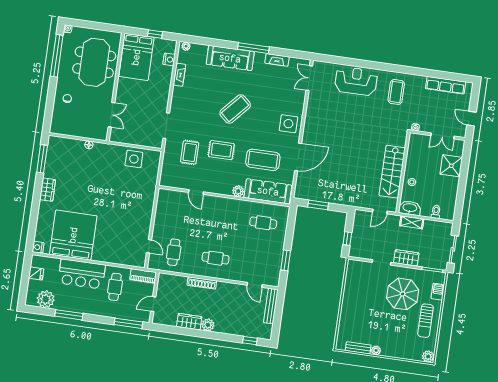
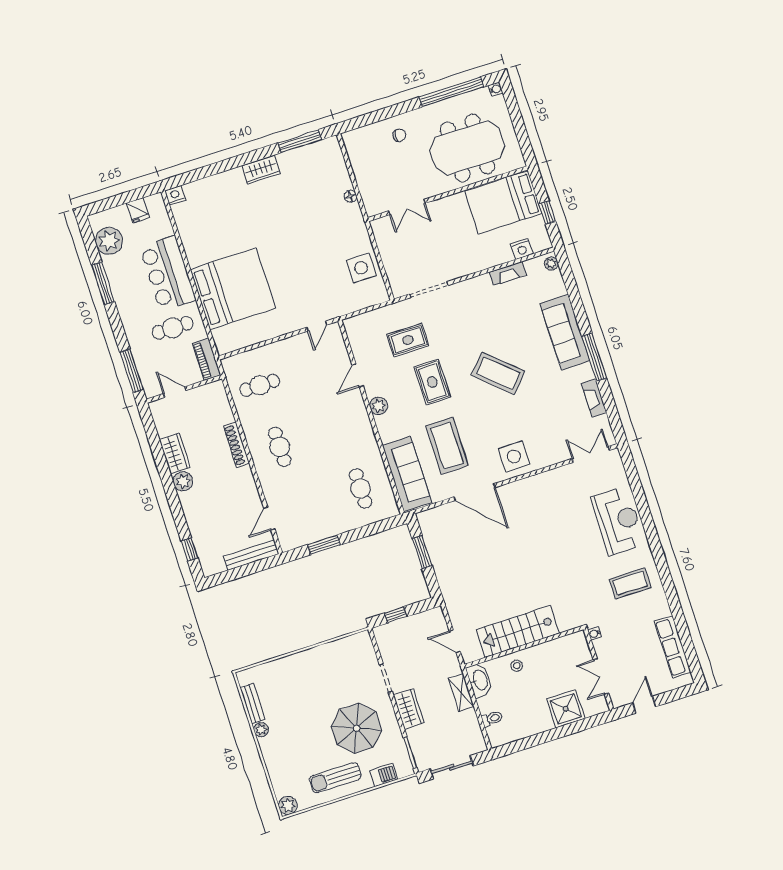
plant: (238, 191) -> (379, 406), moved
bed: (73, 235) -> (233, 289), moved
door: (149, 246) -> (317, 326), moved

